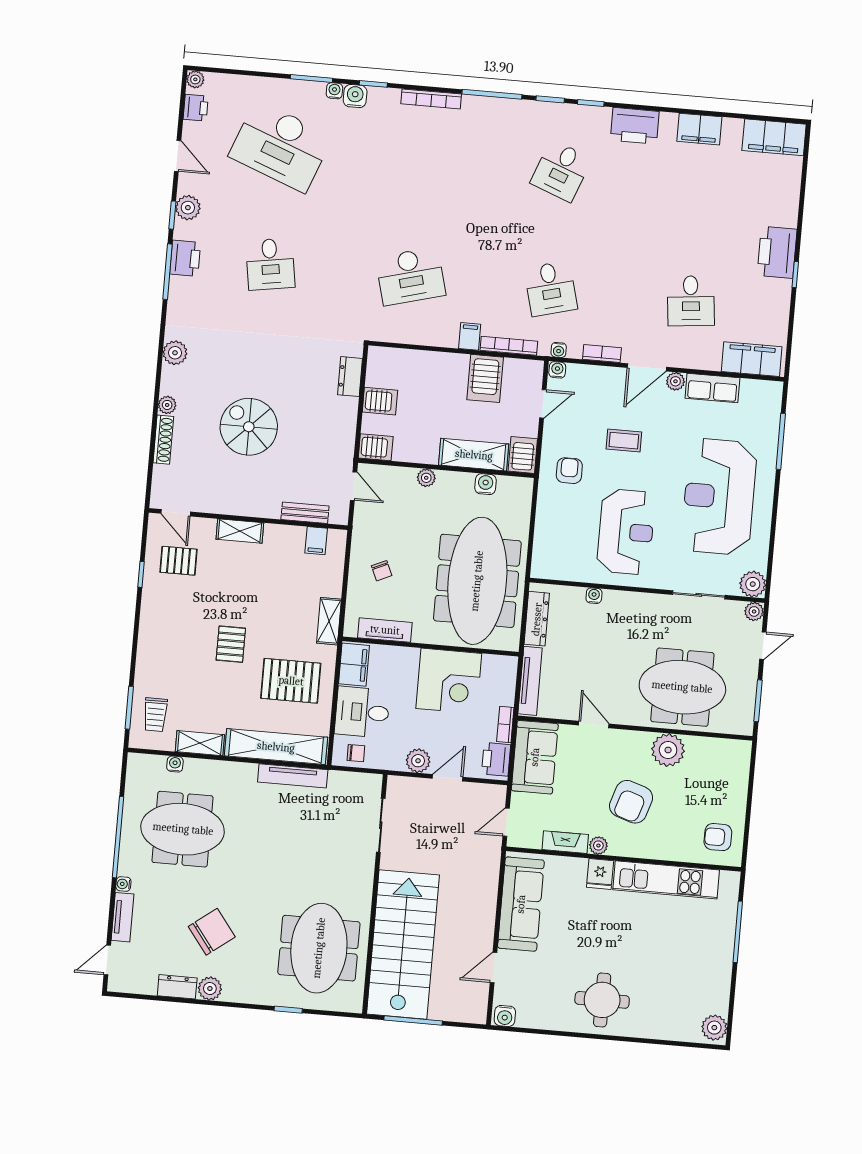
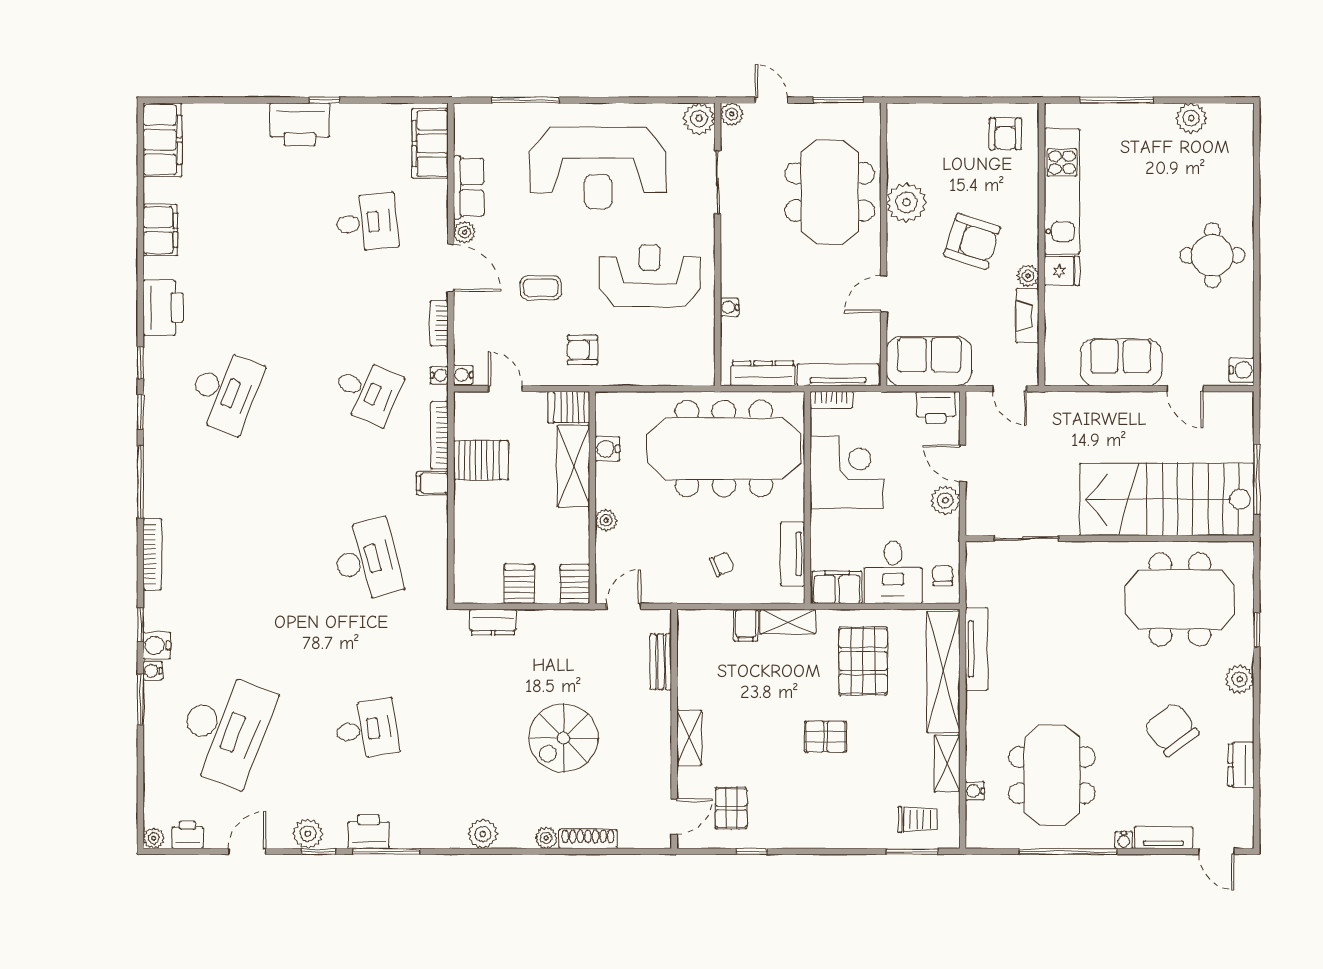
desk: (561, 171) -> (225, 391), width x1.37
desk: (551, 289) -> (367, 391), turned 39
coffee table: (624, 441) -> (541, 288), turned 90
filing cabinet: (316, 541) -> (746, 625), moved, turned 90
bookcase: (505, 724) -> (831, 400), moved
sofa: (521, 904) -> (1121, 362), width x0.73
plant: (210, 989) -> (1240, 679), moved
plant: (714, 1028) -> (1191, 118), moved

